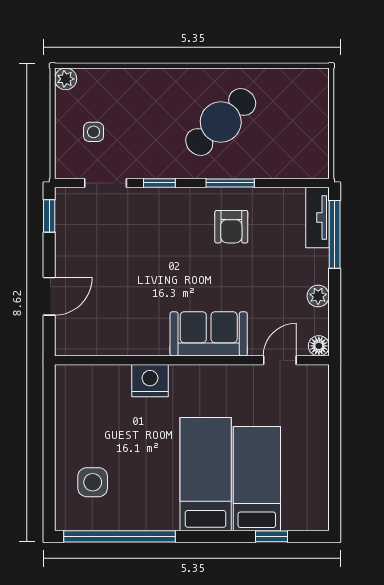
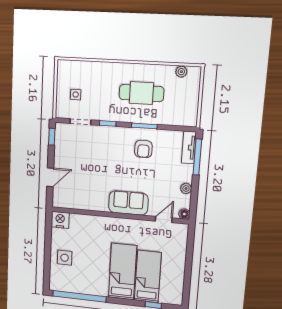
plant: (66, 79) -> (181, 72), moved
cafe table: (221, 122) -> (141, 93), turned 43
nightstand: (150, 381) -> (60, 220), moved
side table: (93, 482) -> (65, 258), moved

